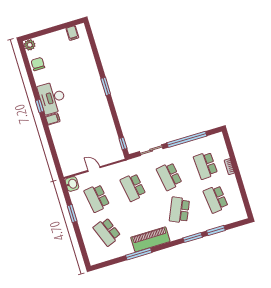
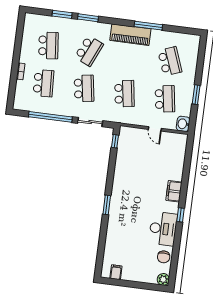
desk: (52, 98) -> (163, 229), moved
filing cabinet: (53, 119) -> (174, 191), width x2.00

